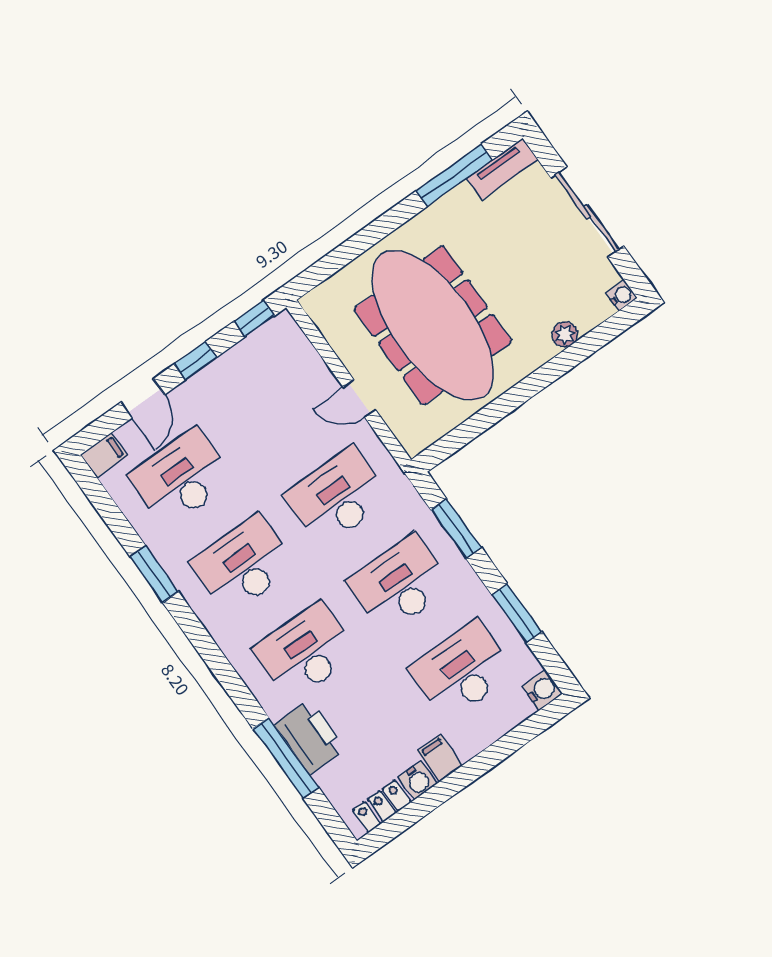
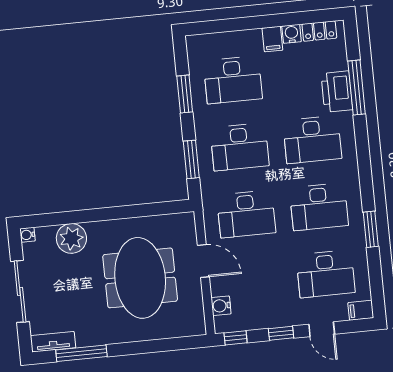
meeting table: (433, 325) -> (140, 278), width x0.73
plant: (565, 334) -> (71, 238), width x1.88, depth x1.88
door: (143, 398) -> (322, 329), swing flipped
door: (359, 399) -> (203, 261), width x1.38
water cooler: (542, 690) -> (221, 306), moved

